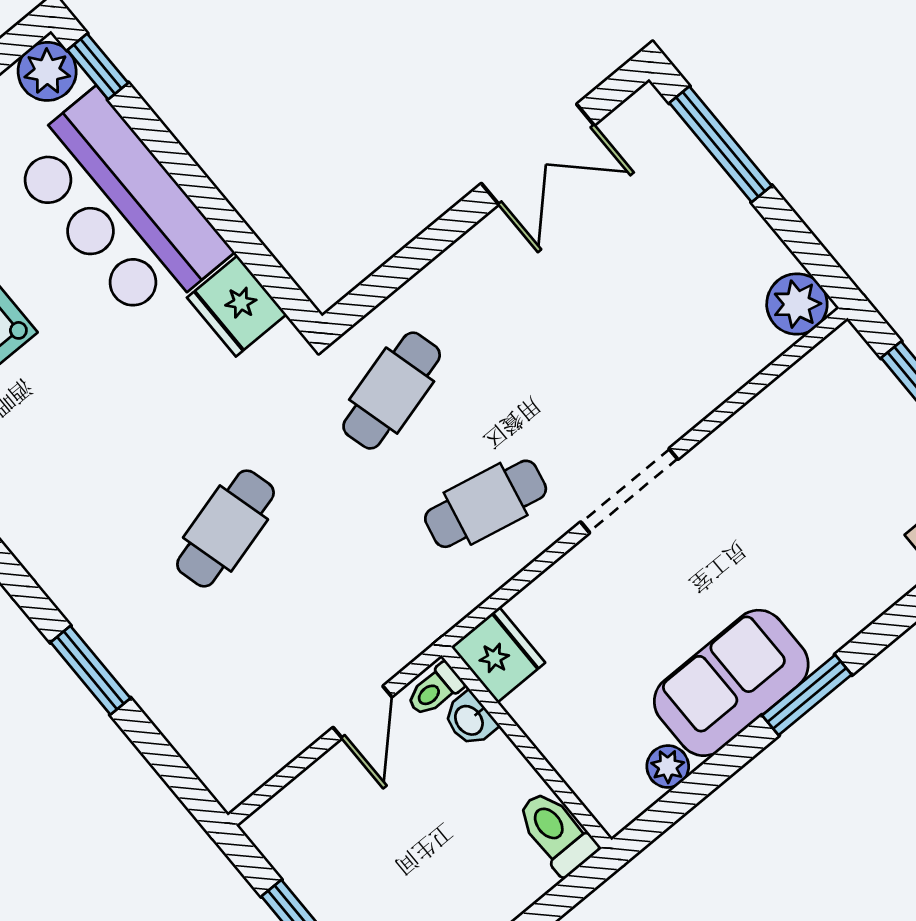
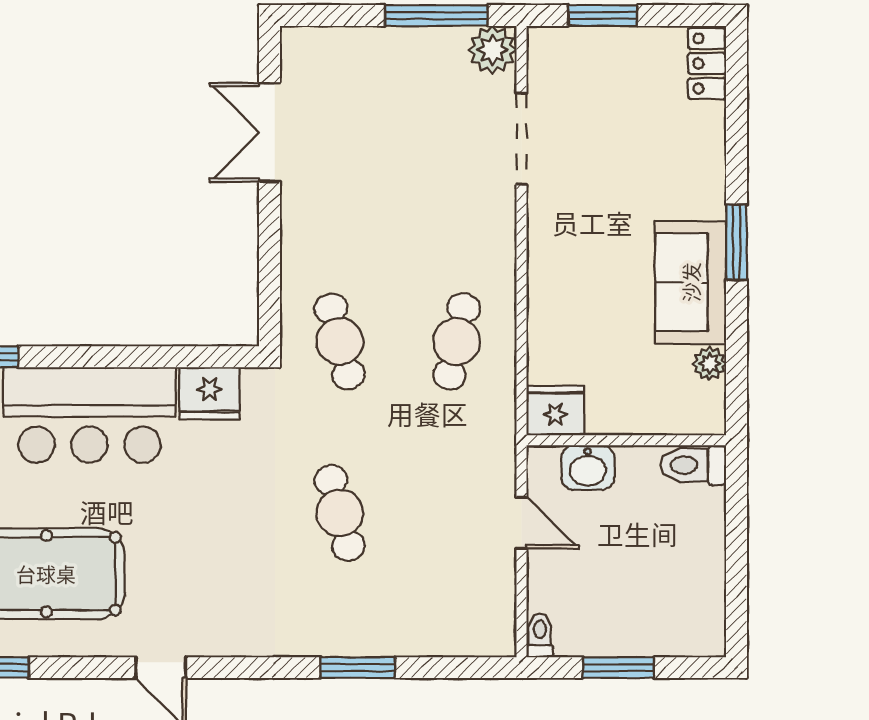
window: (720, 144) -> (436, 16), moved
double door: (538, 154) -> (269, 132), swing flipped
doorway: (629, 491) -> (521, 139), moved
toilet: (435, 690) -> (540, 635), moved, turned 180
washbasin: (470, 720) -> (588, 468), width x1.38, depth x1.45

